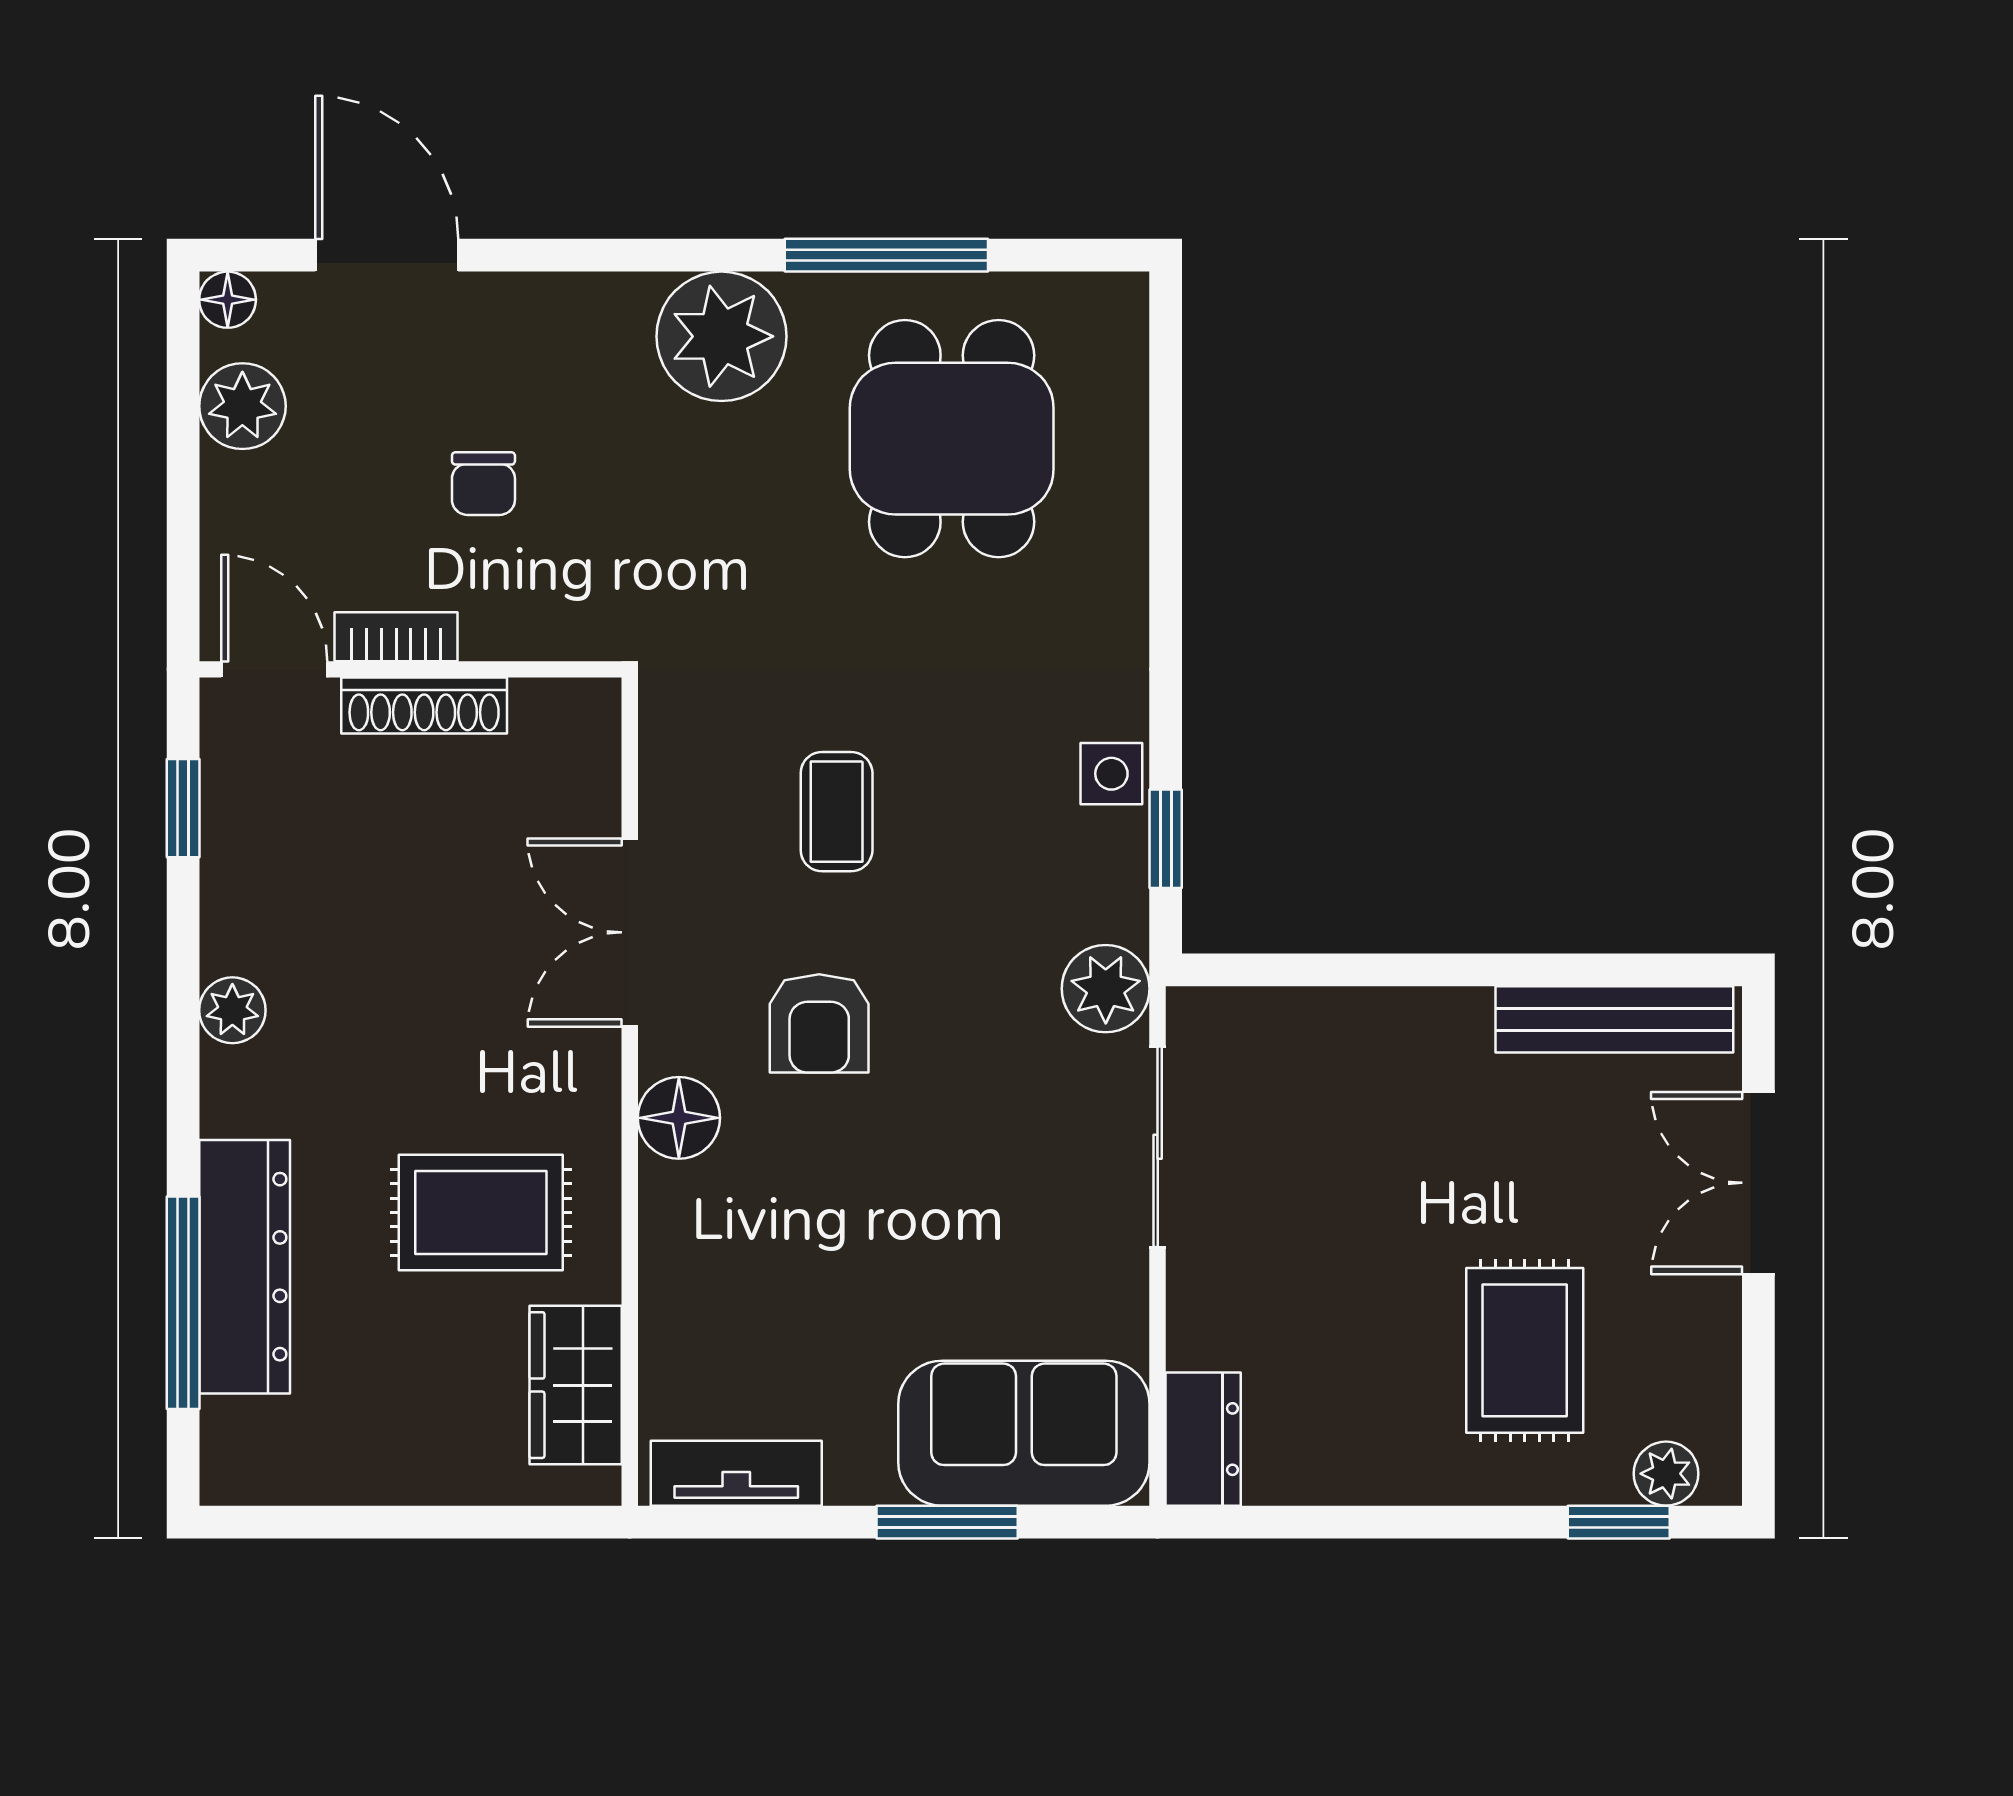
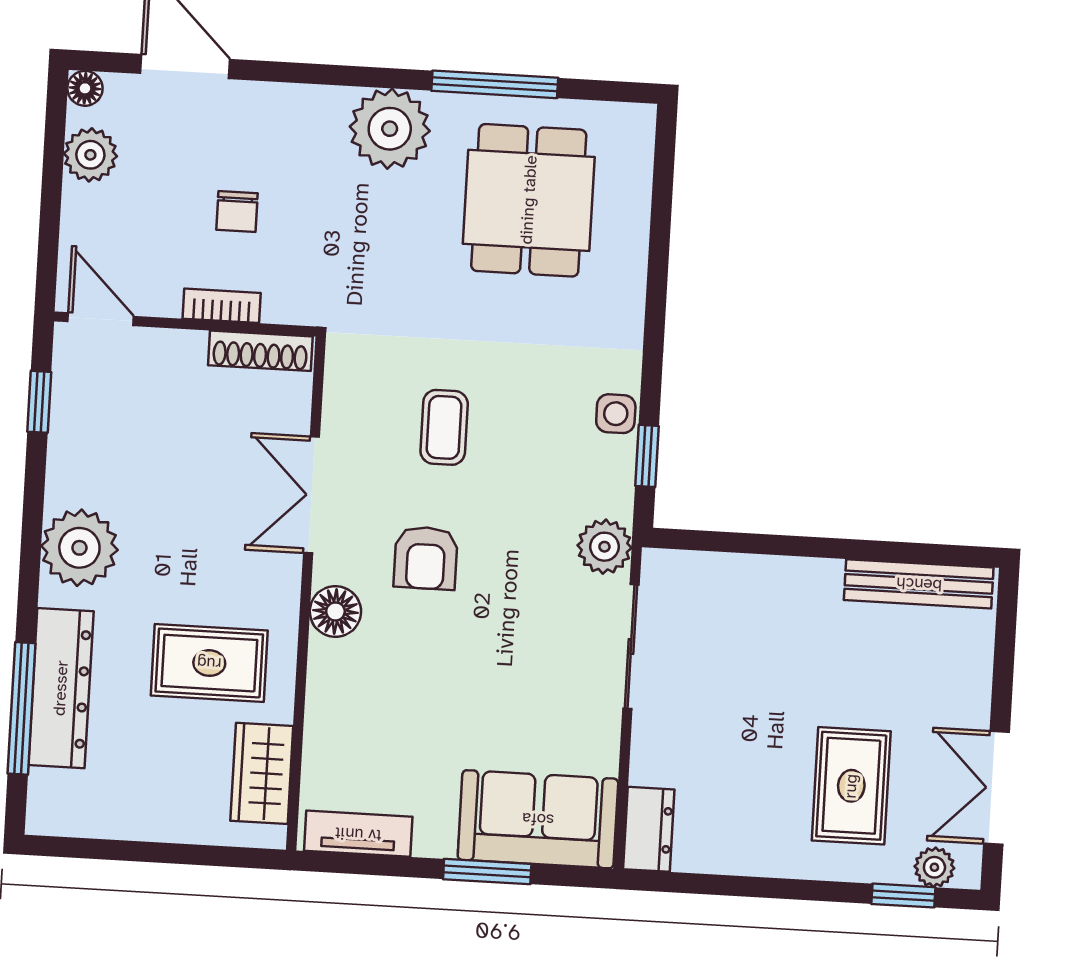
bookcase: (396, 637) -> (222, 306), moved
shoe rack: (424, 706) -> (260, 351), moved
plant: (232, 1010) -> (79, 548), width x1.87, depth x1.87
double door: (1758, 1183) -> (996, 788), moved

